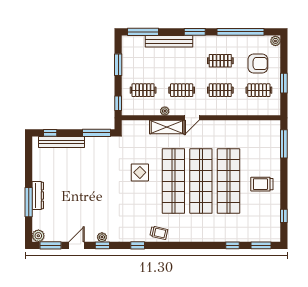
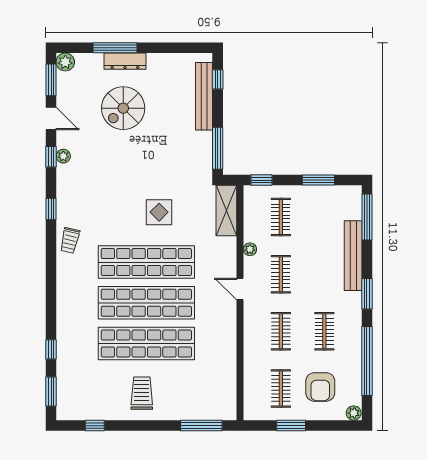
shelving: (167, 127) -> (226, 211), moved
spiral stairs: (69, 197) -> (123, 108), added

